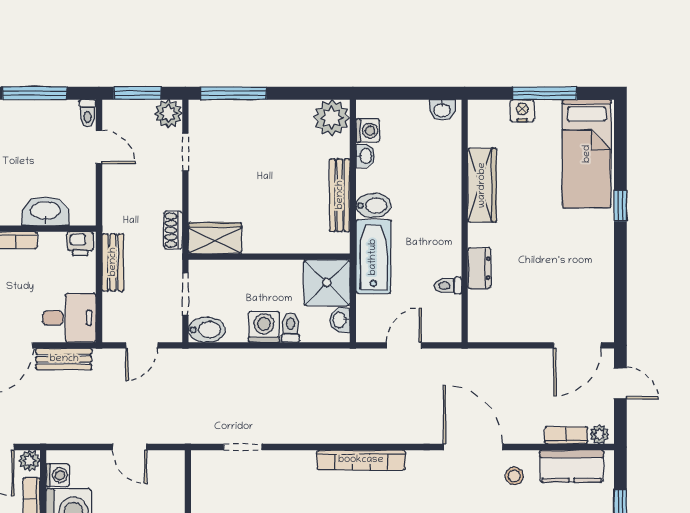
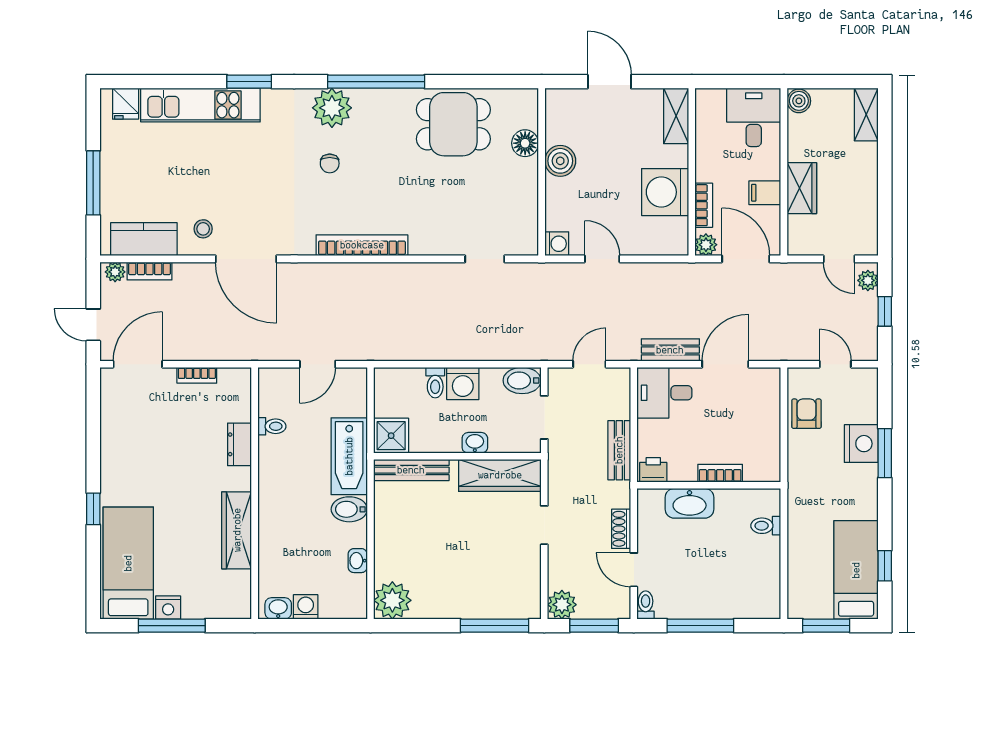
nightstand: (522, 111) -> (168, 608), moved
washing machine: (368, 131) -> (306, 607), moved, turned 90
doorway: (185, 152) -> (544, 525), moved
bench: (340, 195) -> (411, 470), moved, turned 90
shoe rack: (173, 230) -> (621, 529), moved, turned 180
wardrobe: (215, 238) -> (500, 475), width x1.50
shower: (327, 283) -> (391, 436), width x0.73, depth x0.73
washbasin: (340, 320) -> (475, 443), moved, turned -90
bookcase: (520, 335) -> (197, 375), added
washing machine: (58, 475) -> (557, 244), moved, turned 180

